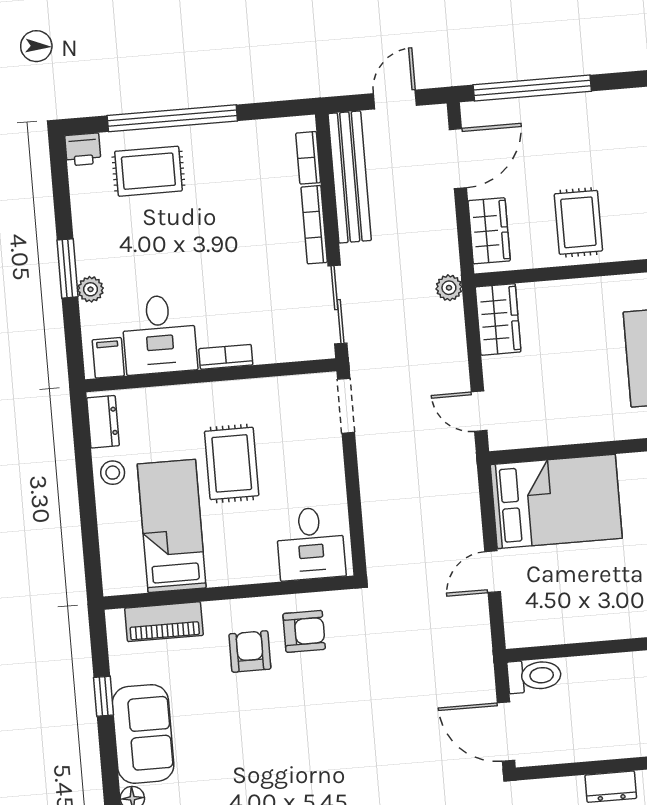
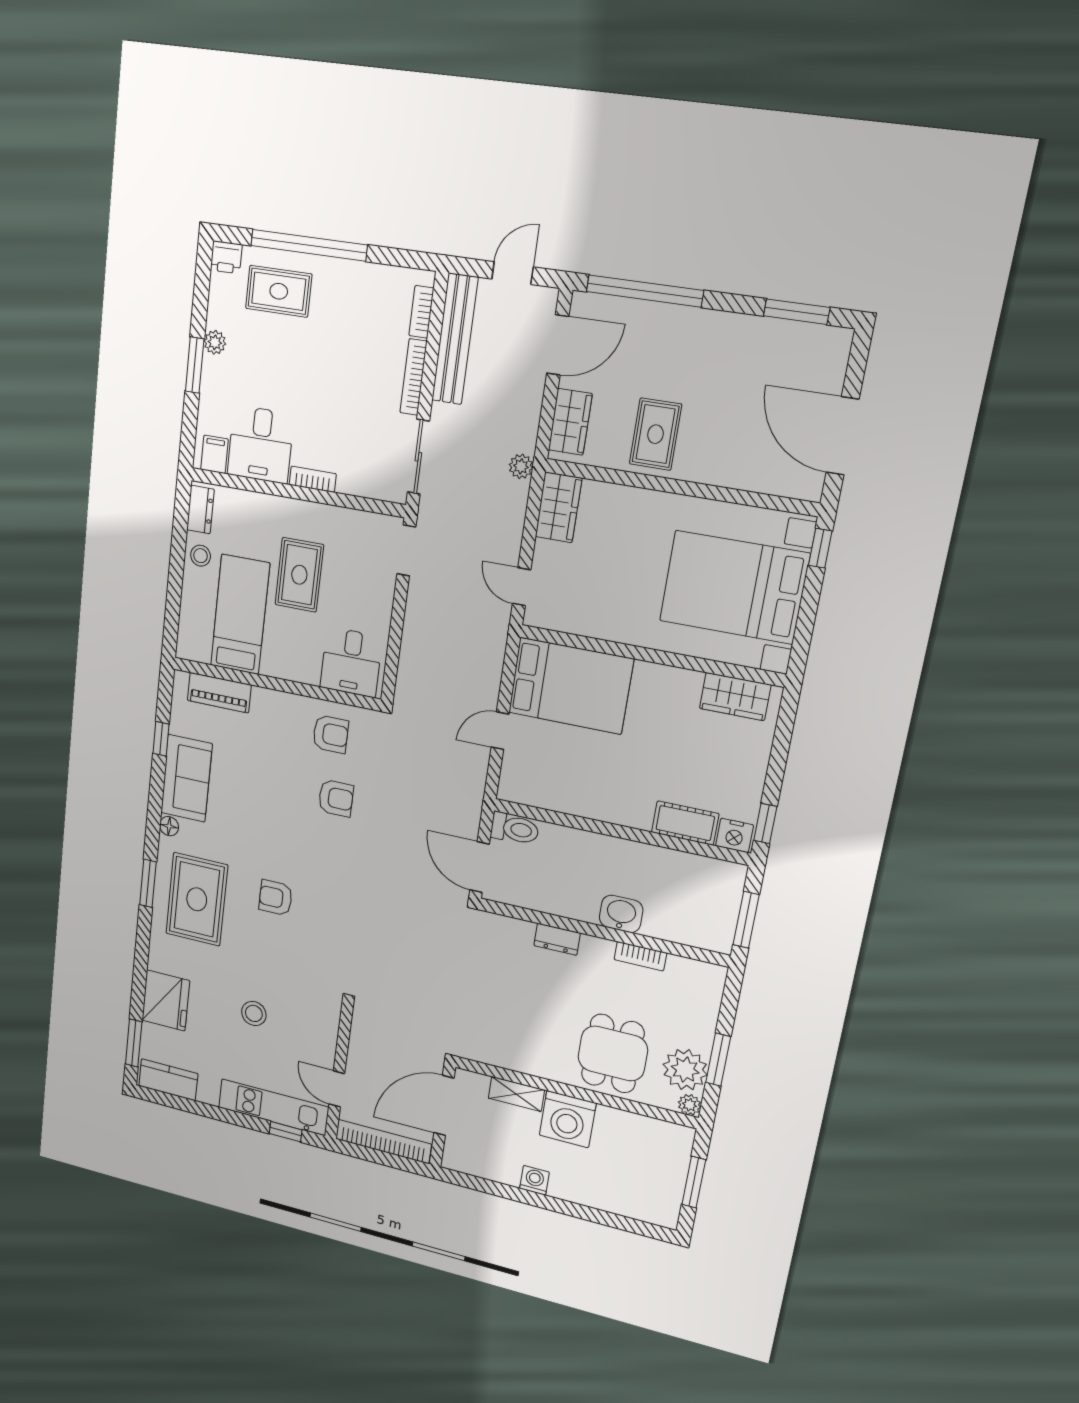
plant: (91, 289) -> (215, 342), moved
armchair: (250, 651) -> (336, 798), moved, turned 90

